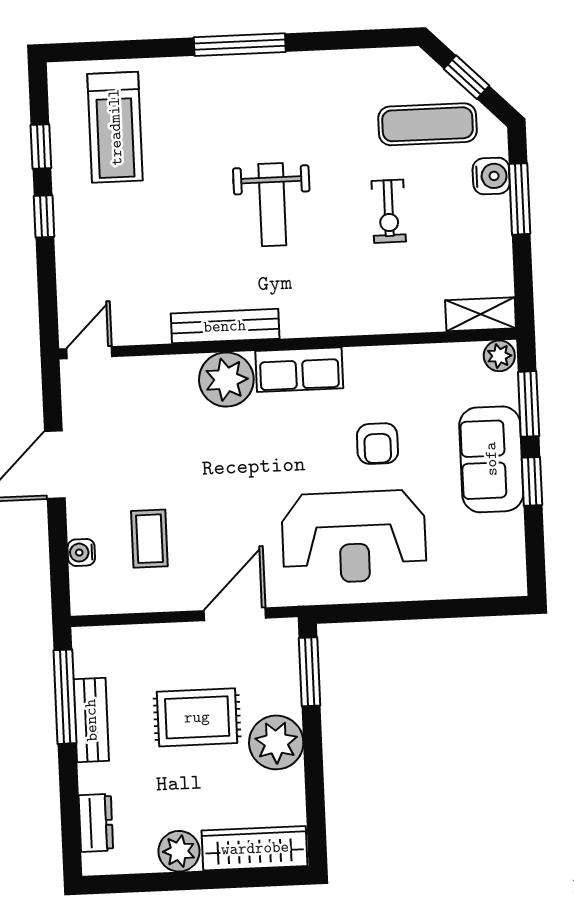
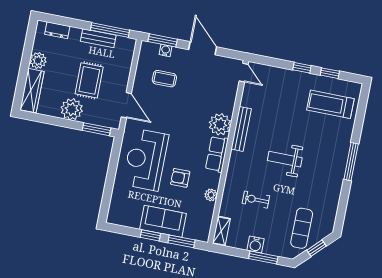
water cooler: (491, 176) -> (255, 245), moved
exercise bike: (389, 211) -> (256, 200), moved
plant: (499, 356) -> (211, 195), moved
window: (59, 565) -> (163, 40), added

